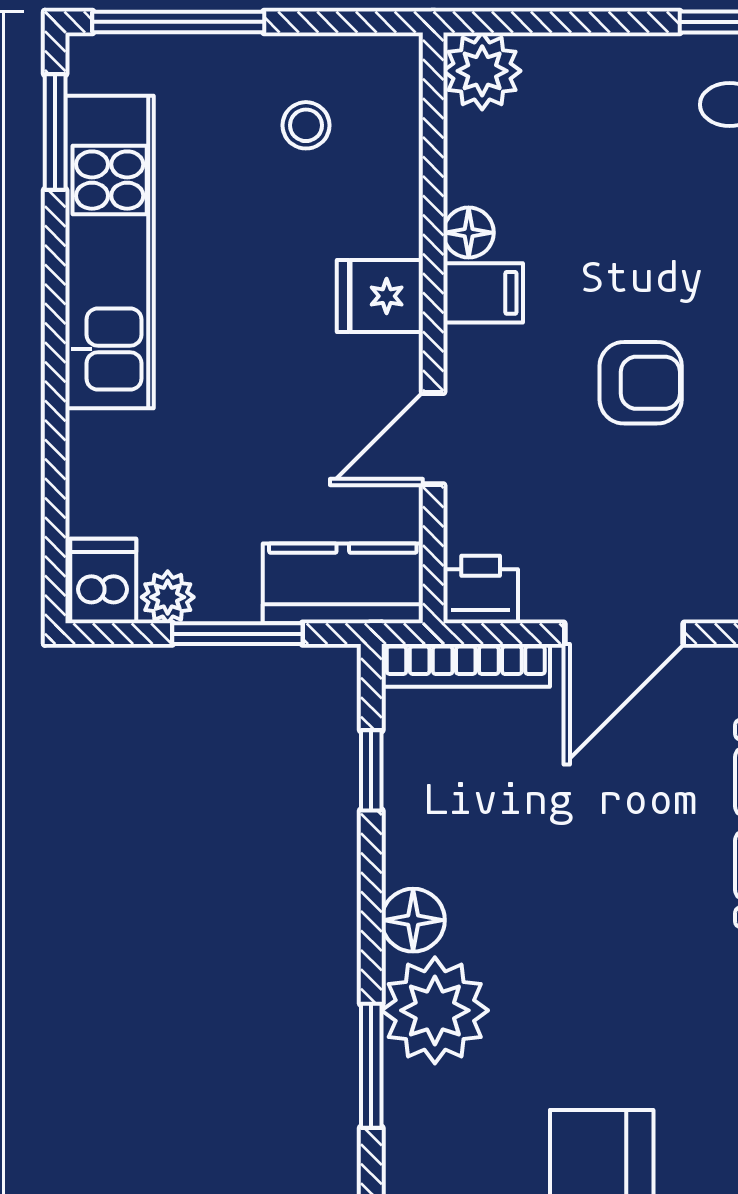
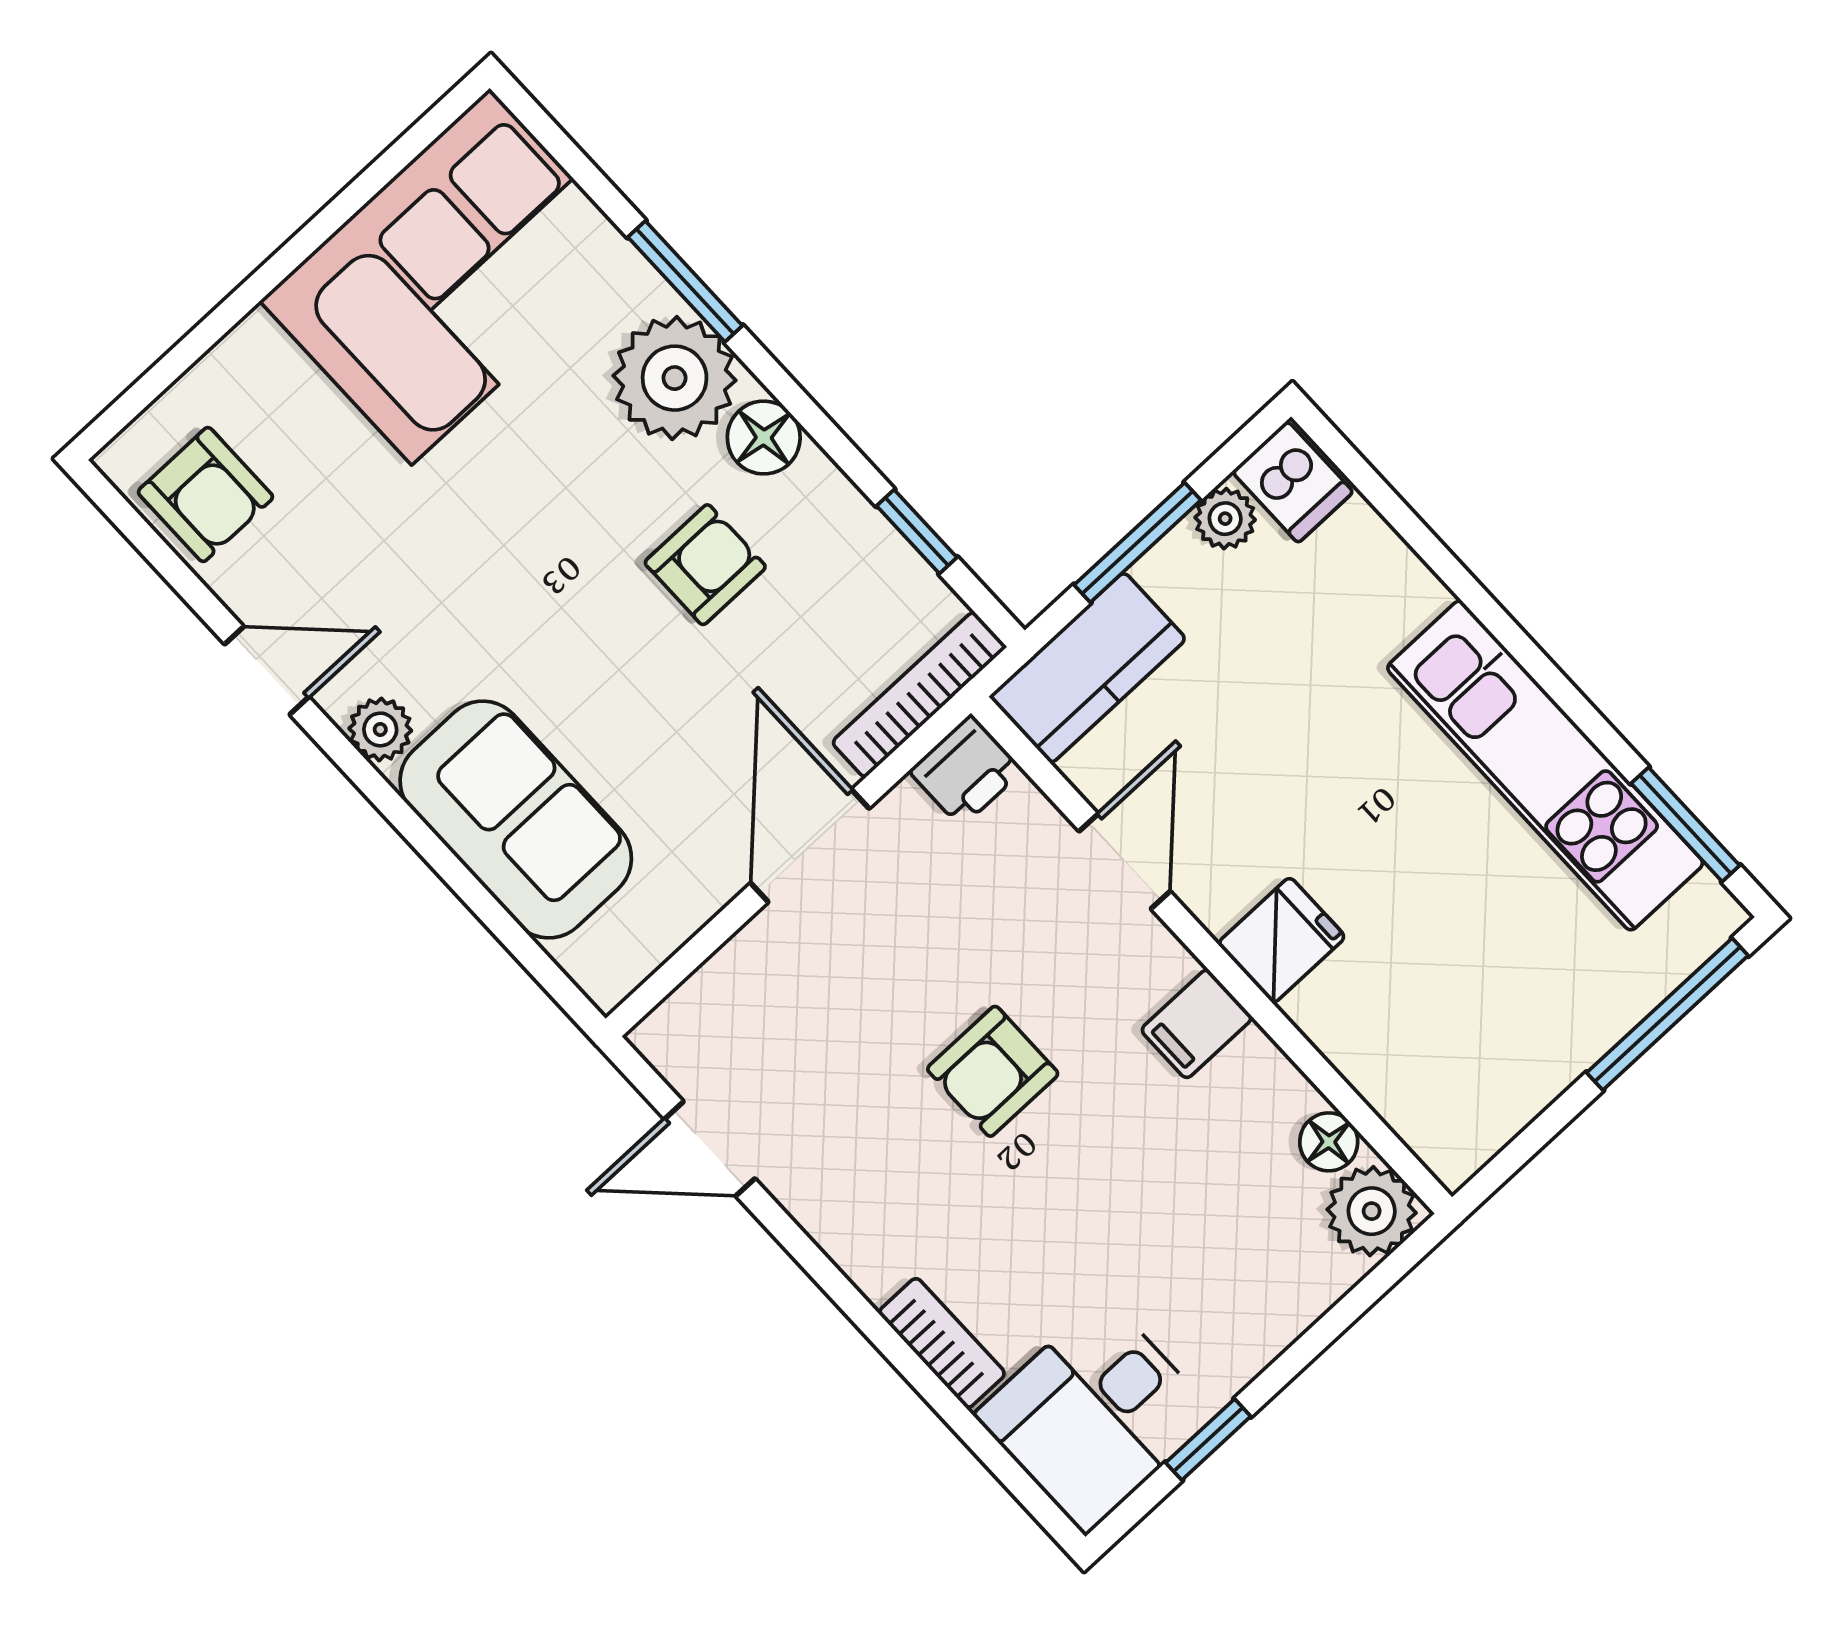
stool: (306, 125) -> (1478, 1027), removed
floor lamp: (469, 233) -> (1329, 1142), moved
armchair: (525, 874) -> (705, 565), added

